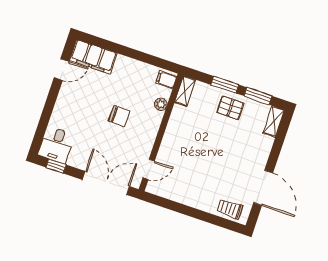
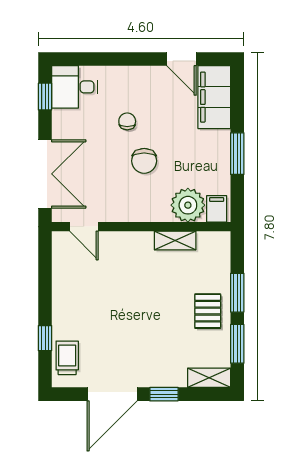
window: (135, 54) -> (237, 154), added
shelving: (185, 91) -> (175, 240), moved
plant: (161, 104) -> (188, 205), width x1.87, depth x1.87
chair: (90, 118) -> (127, 121), added
window: (274, 154) -> (164, 394), added
window: (212, 219) -> (45, 338), added

